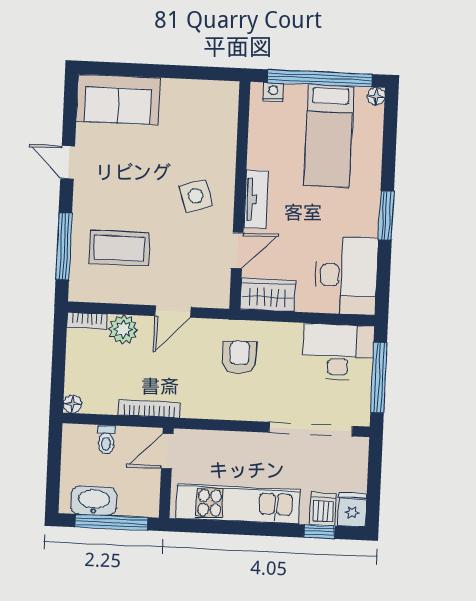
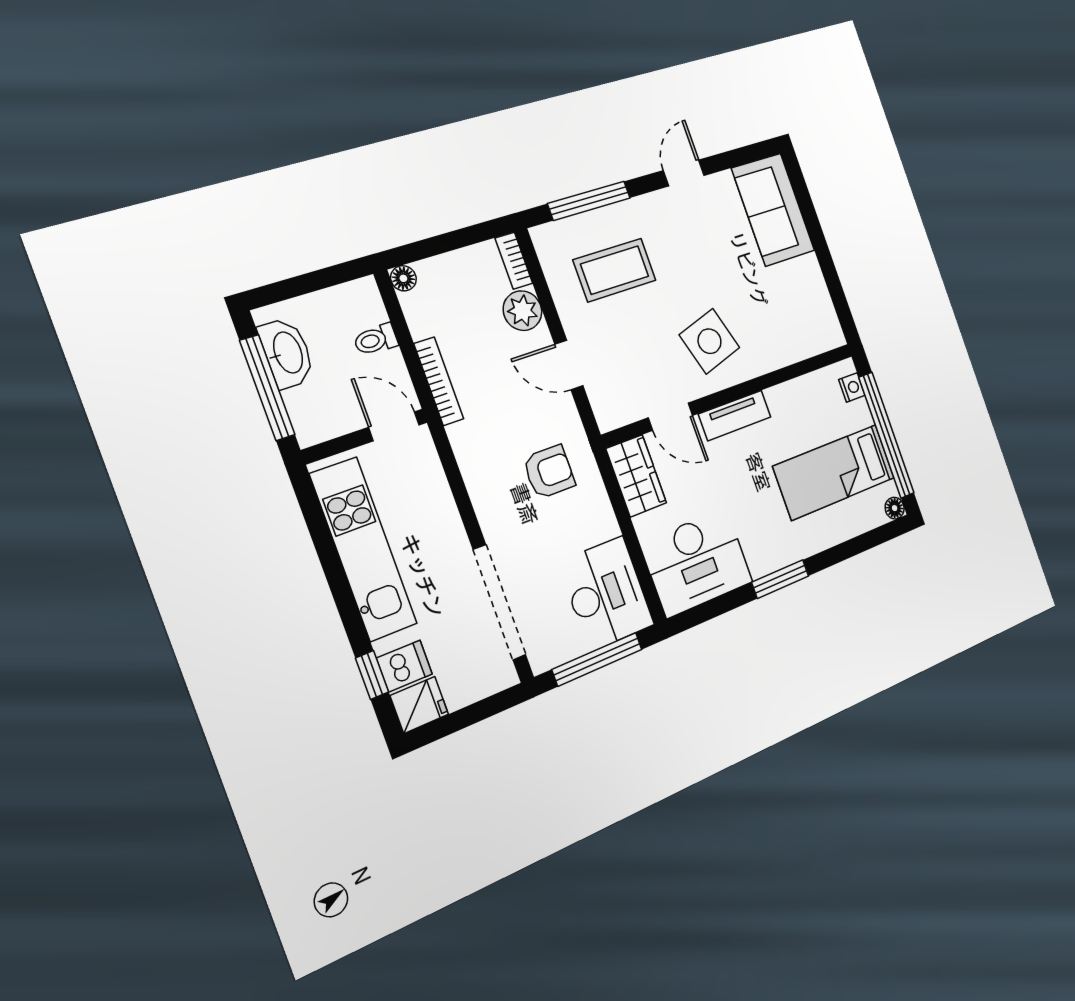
side table: (196, 196) -> (710, 341), width x1.37, depth x1.37
coffee table: (119, 248) -> (615, 270), turned 90

